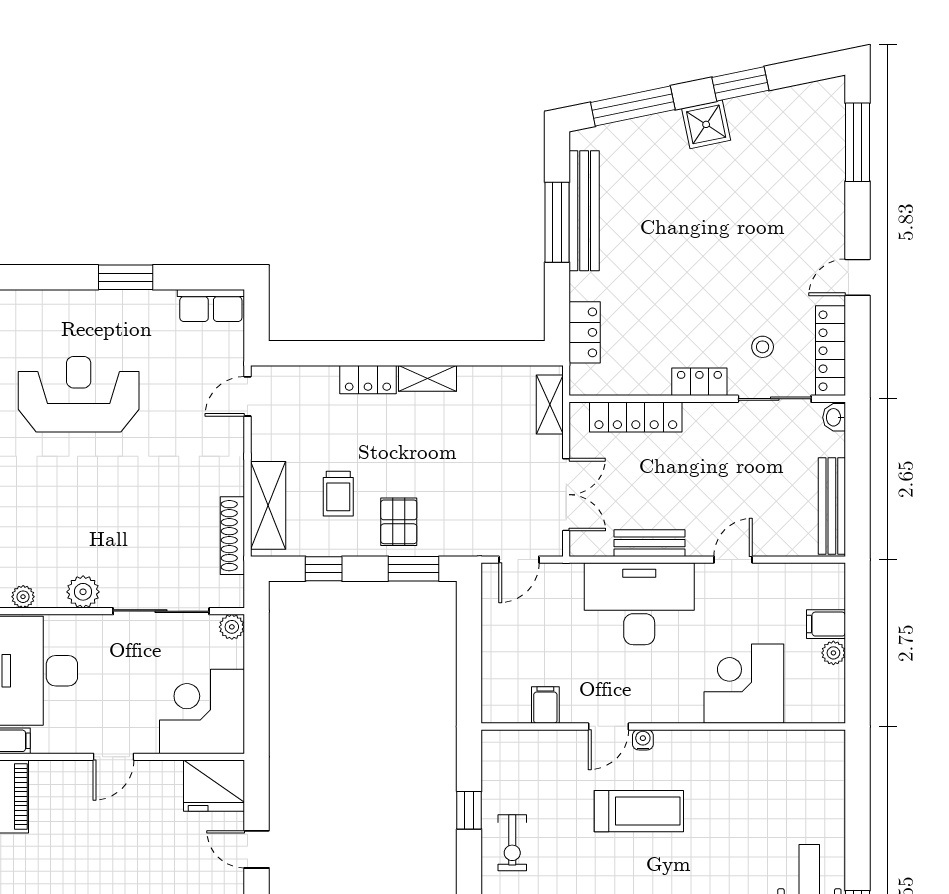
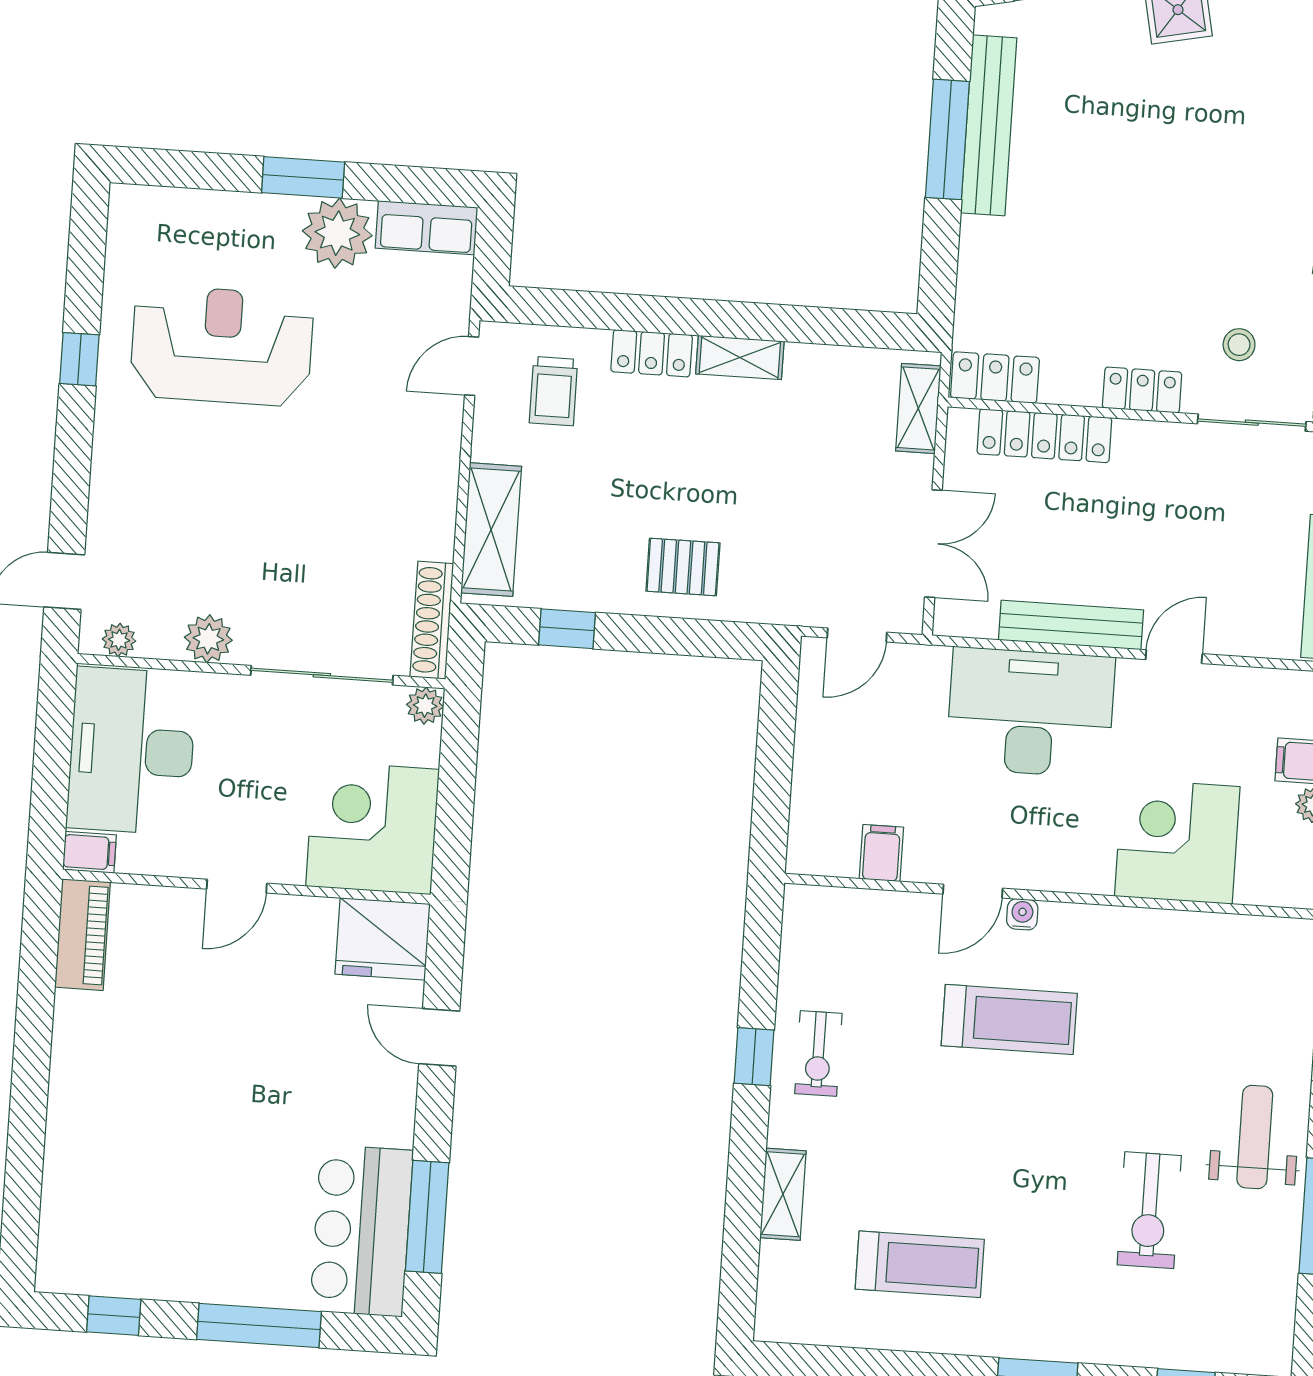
plant: (151, 313) -> (337, 233), added
locker: (585, 332) -> (995, 378), moved, turned -90
trolley: (338, 494) -> (554, 391), moved
pallet: (399, 522) -> (683, 567), turned 90
shoe rack: (232, 536) -> (432, 620), moved
bench: (650, 543) -> (1071, 625), width x1.36
window: (414, 569) -> (700, 638), removed
window: (469, 810) -> (754, 1057), moved

